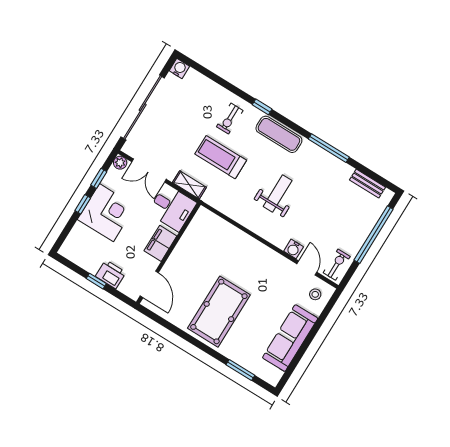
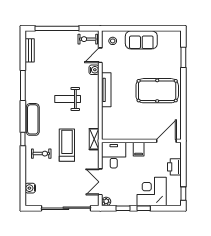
water cooler: (179, 68) -> (30, 188), moved
treadmill: (221, 157) -> (67, 145), turned 180
double door: (149, 170) -> (100, 182), swing flipped
shelving: (189, 185) -> (94, 139), moved
corner desk: (106, 213) -> (152, 192), moved
filing cabinet: (160, 243) -> (139, 149), width x0.50
tv unit: (259, 249) -> (106, 90), added
window: (96, 281) -> (183, 194), moved
sofa: (290, 338) -> (141, 40), width x0.73

